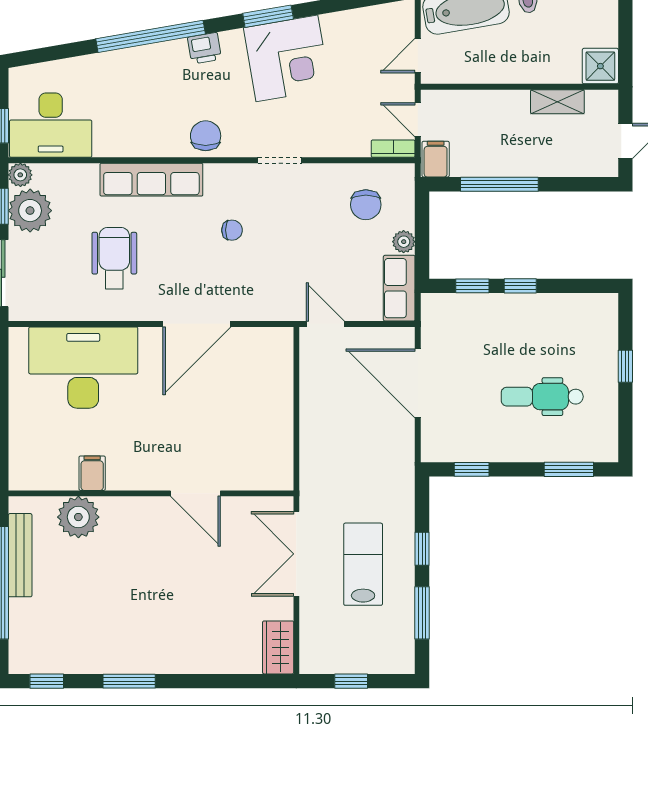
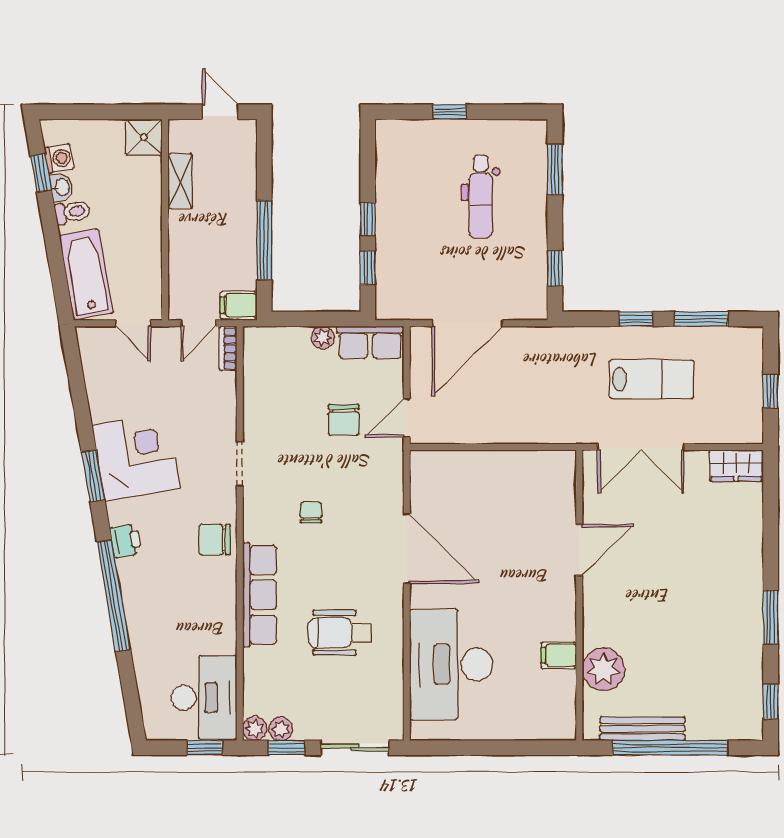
chair: (366, 205) -> (344, 420), moved, turned 90
plant: (30, 211) -> (281, 729), width x0.53, depth x0.53
lab bench: (363, 564) -> (652, 379), turned 180

